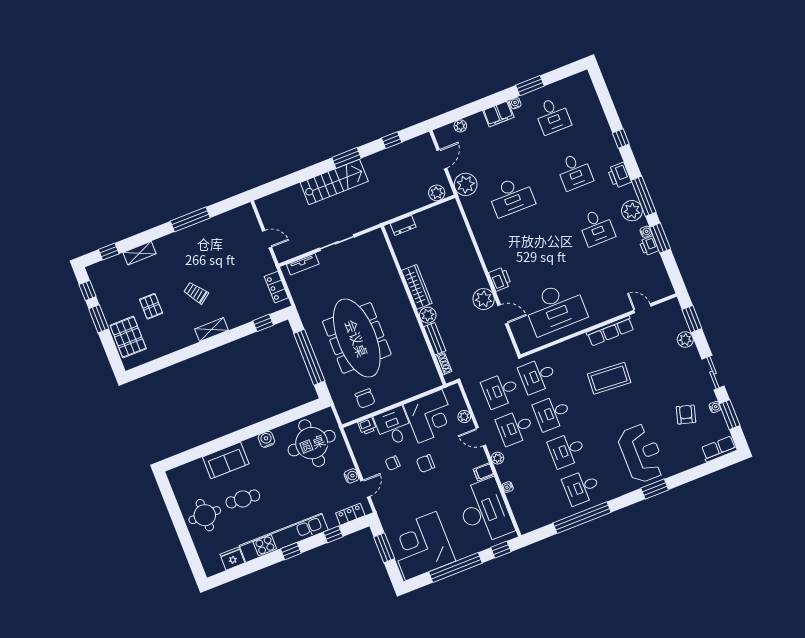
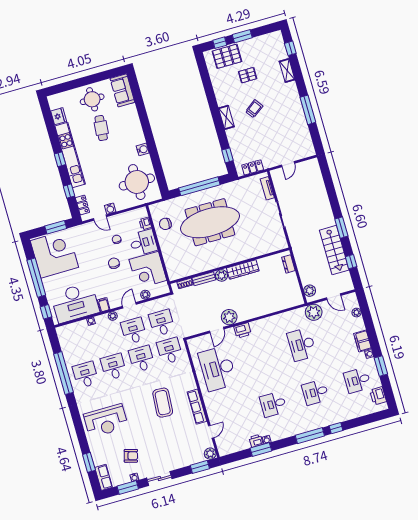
printer: (619, 175) -> (378, 396), moved, turned -90
stairs: (334, 182) -> (334, 250), moved
window: (644, 196) -> (310, 436), moved
plant: (632, 211) -> (283, 431), removed
window: (88, 290) -> (220, 43), moved
plant: (685, 340) -> (210, 454), moved
sofa: (226, 460) -> (122, 90), moved
window: (655, 489) -> (89, 462), moved

